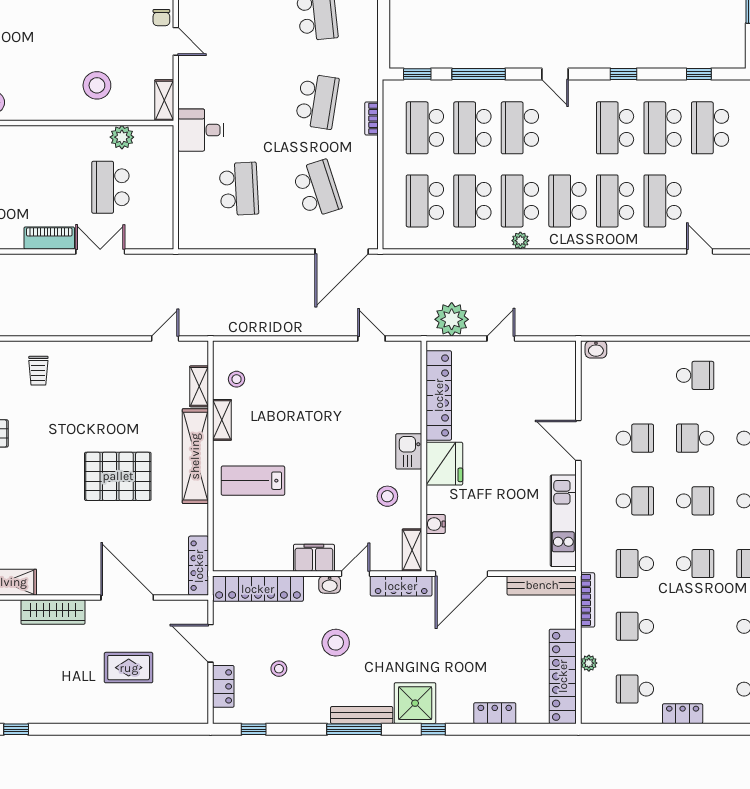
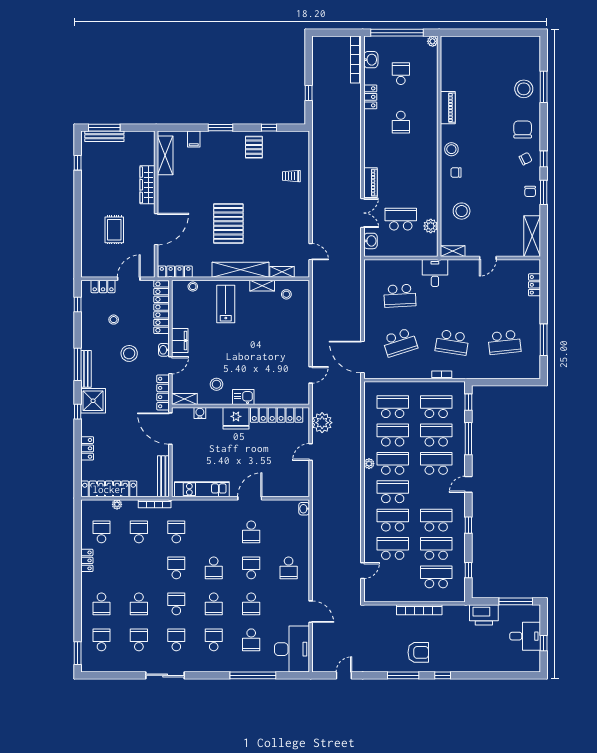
chair: (161, 18) -> (456, 172), moved
washbasin: (147, 238) -> (370, 241), added
door: (501, 339) -> (311, 452), swing flipped
school desk: (635, 501) -> (214, 532), removed
stool: (224, 536) -> (193, 287), added
school desk: (695, 564) -> (176, 568), turned 180
door: (355, 574) -> (170, 365), hinge flipped

